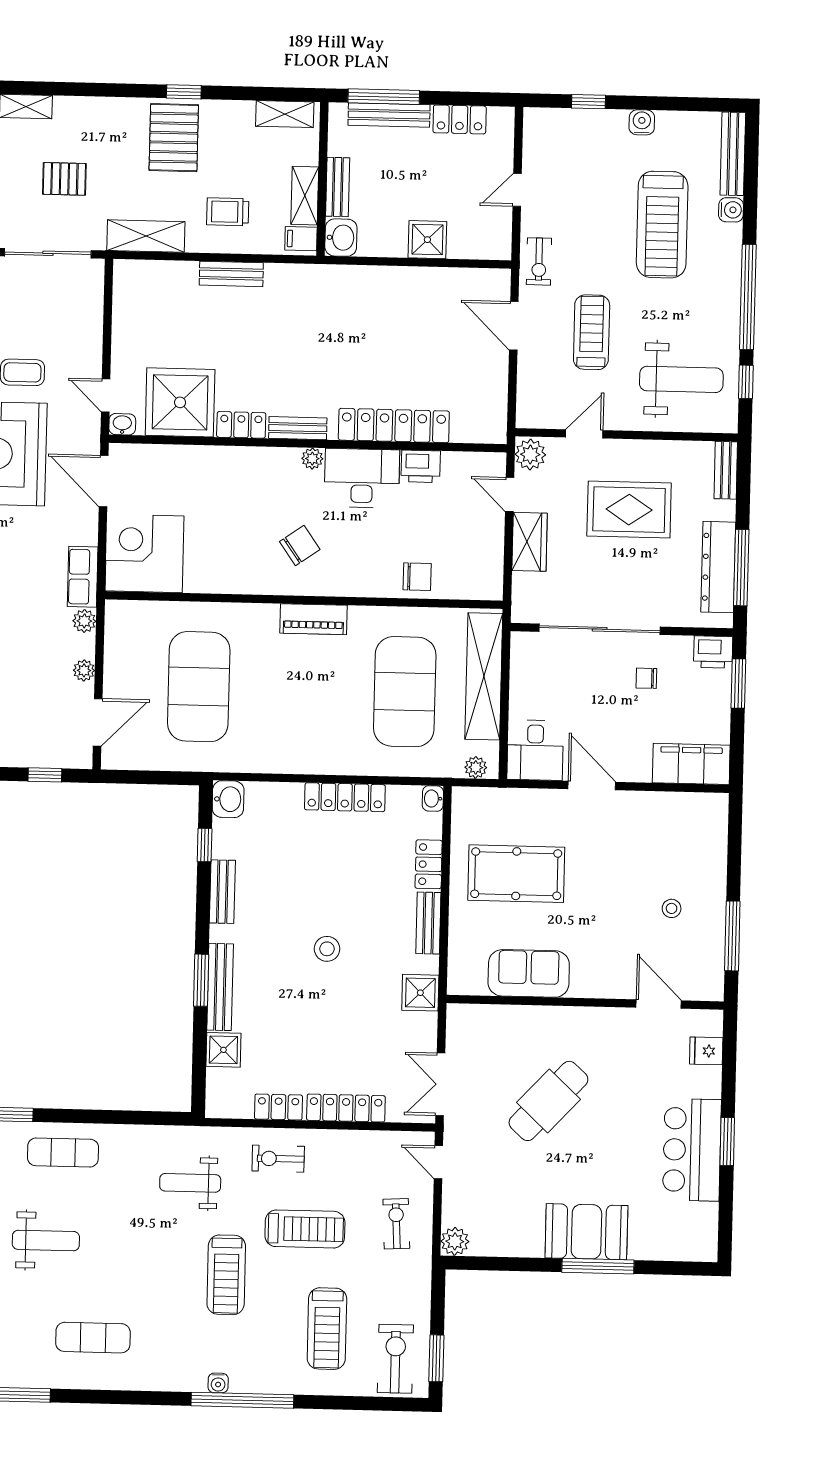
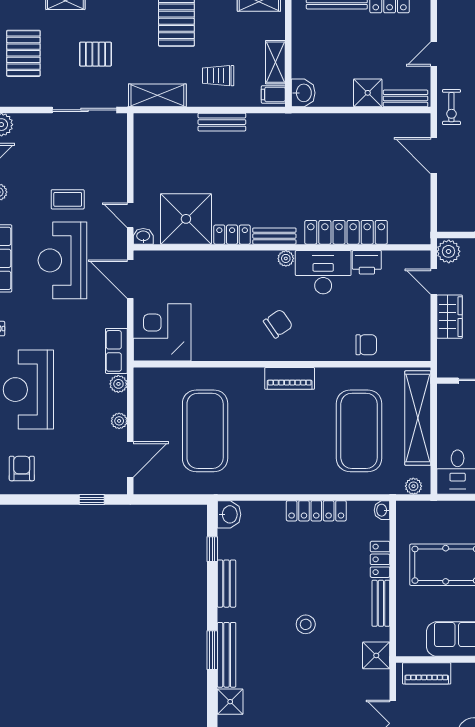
bench: (338, 187) -> (406, 98), moved, turned 90
piano: (487, 1018) -> (427, 673), added

